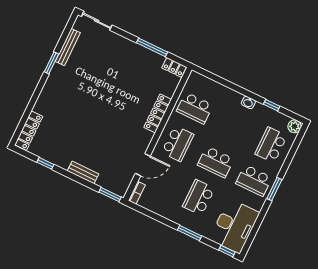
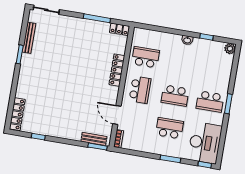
school desk: (195, 108) -> (146, 57), turned 180
school desk: (271, 145) -> (215, 69), removed
door: (143, 165) -> (117, 115), swing flipped
bench: (83, 172) -> (94, 139), moved
school desk: (199, 197) -> (169, 128), turned 90

